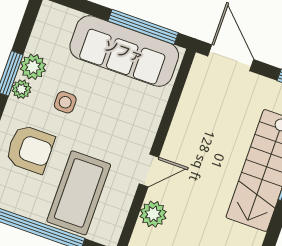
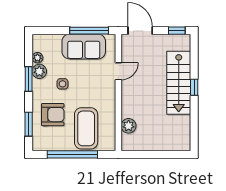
sofa: (124, 51) -> (84, 47), width x0.73
plant: (21, 89) -> (37, 58), moved
door: (149, 170) -> (118, 71), moved

